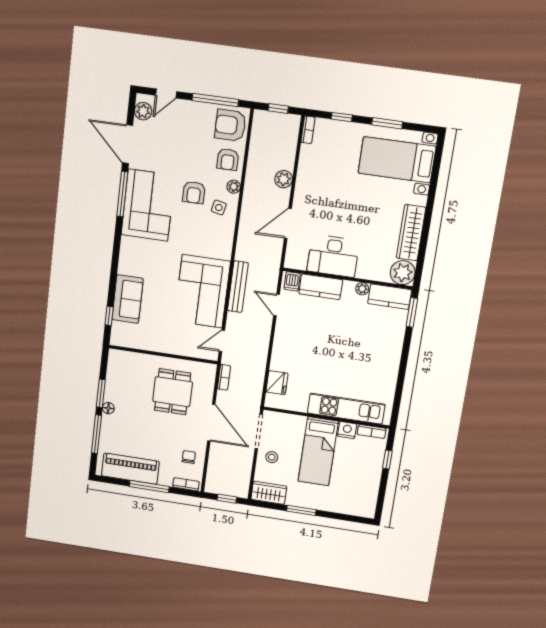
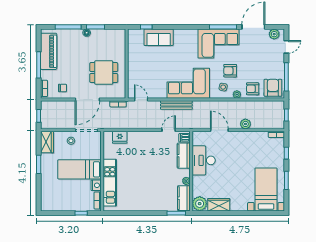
door: (166, 93) -> (286, 47), swing flipped
wardrobe: (411, 233) -> (219, 205), width x0.67
corner sofa: (202, 291) -> (188, 83), moved

